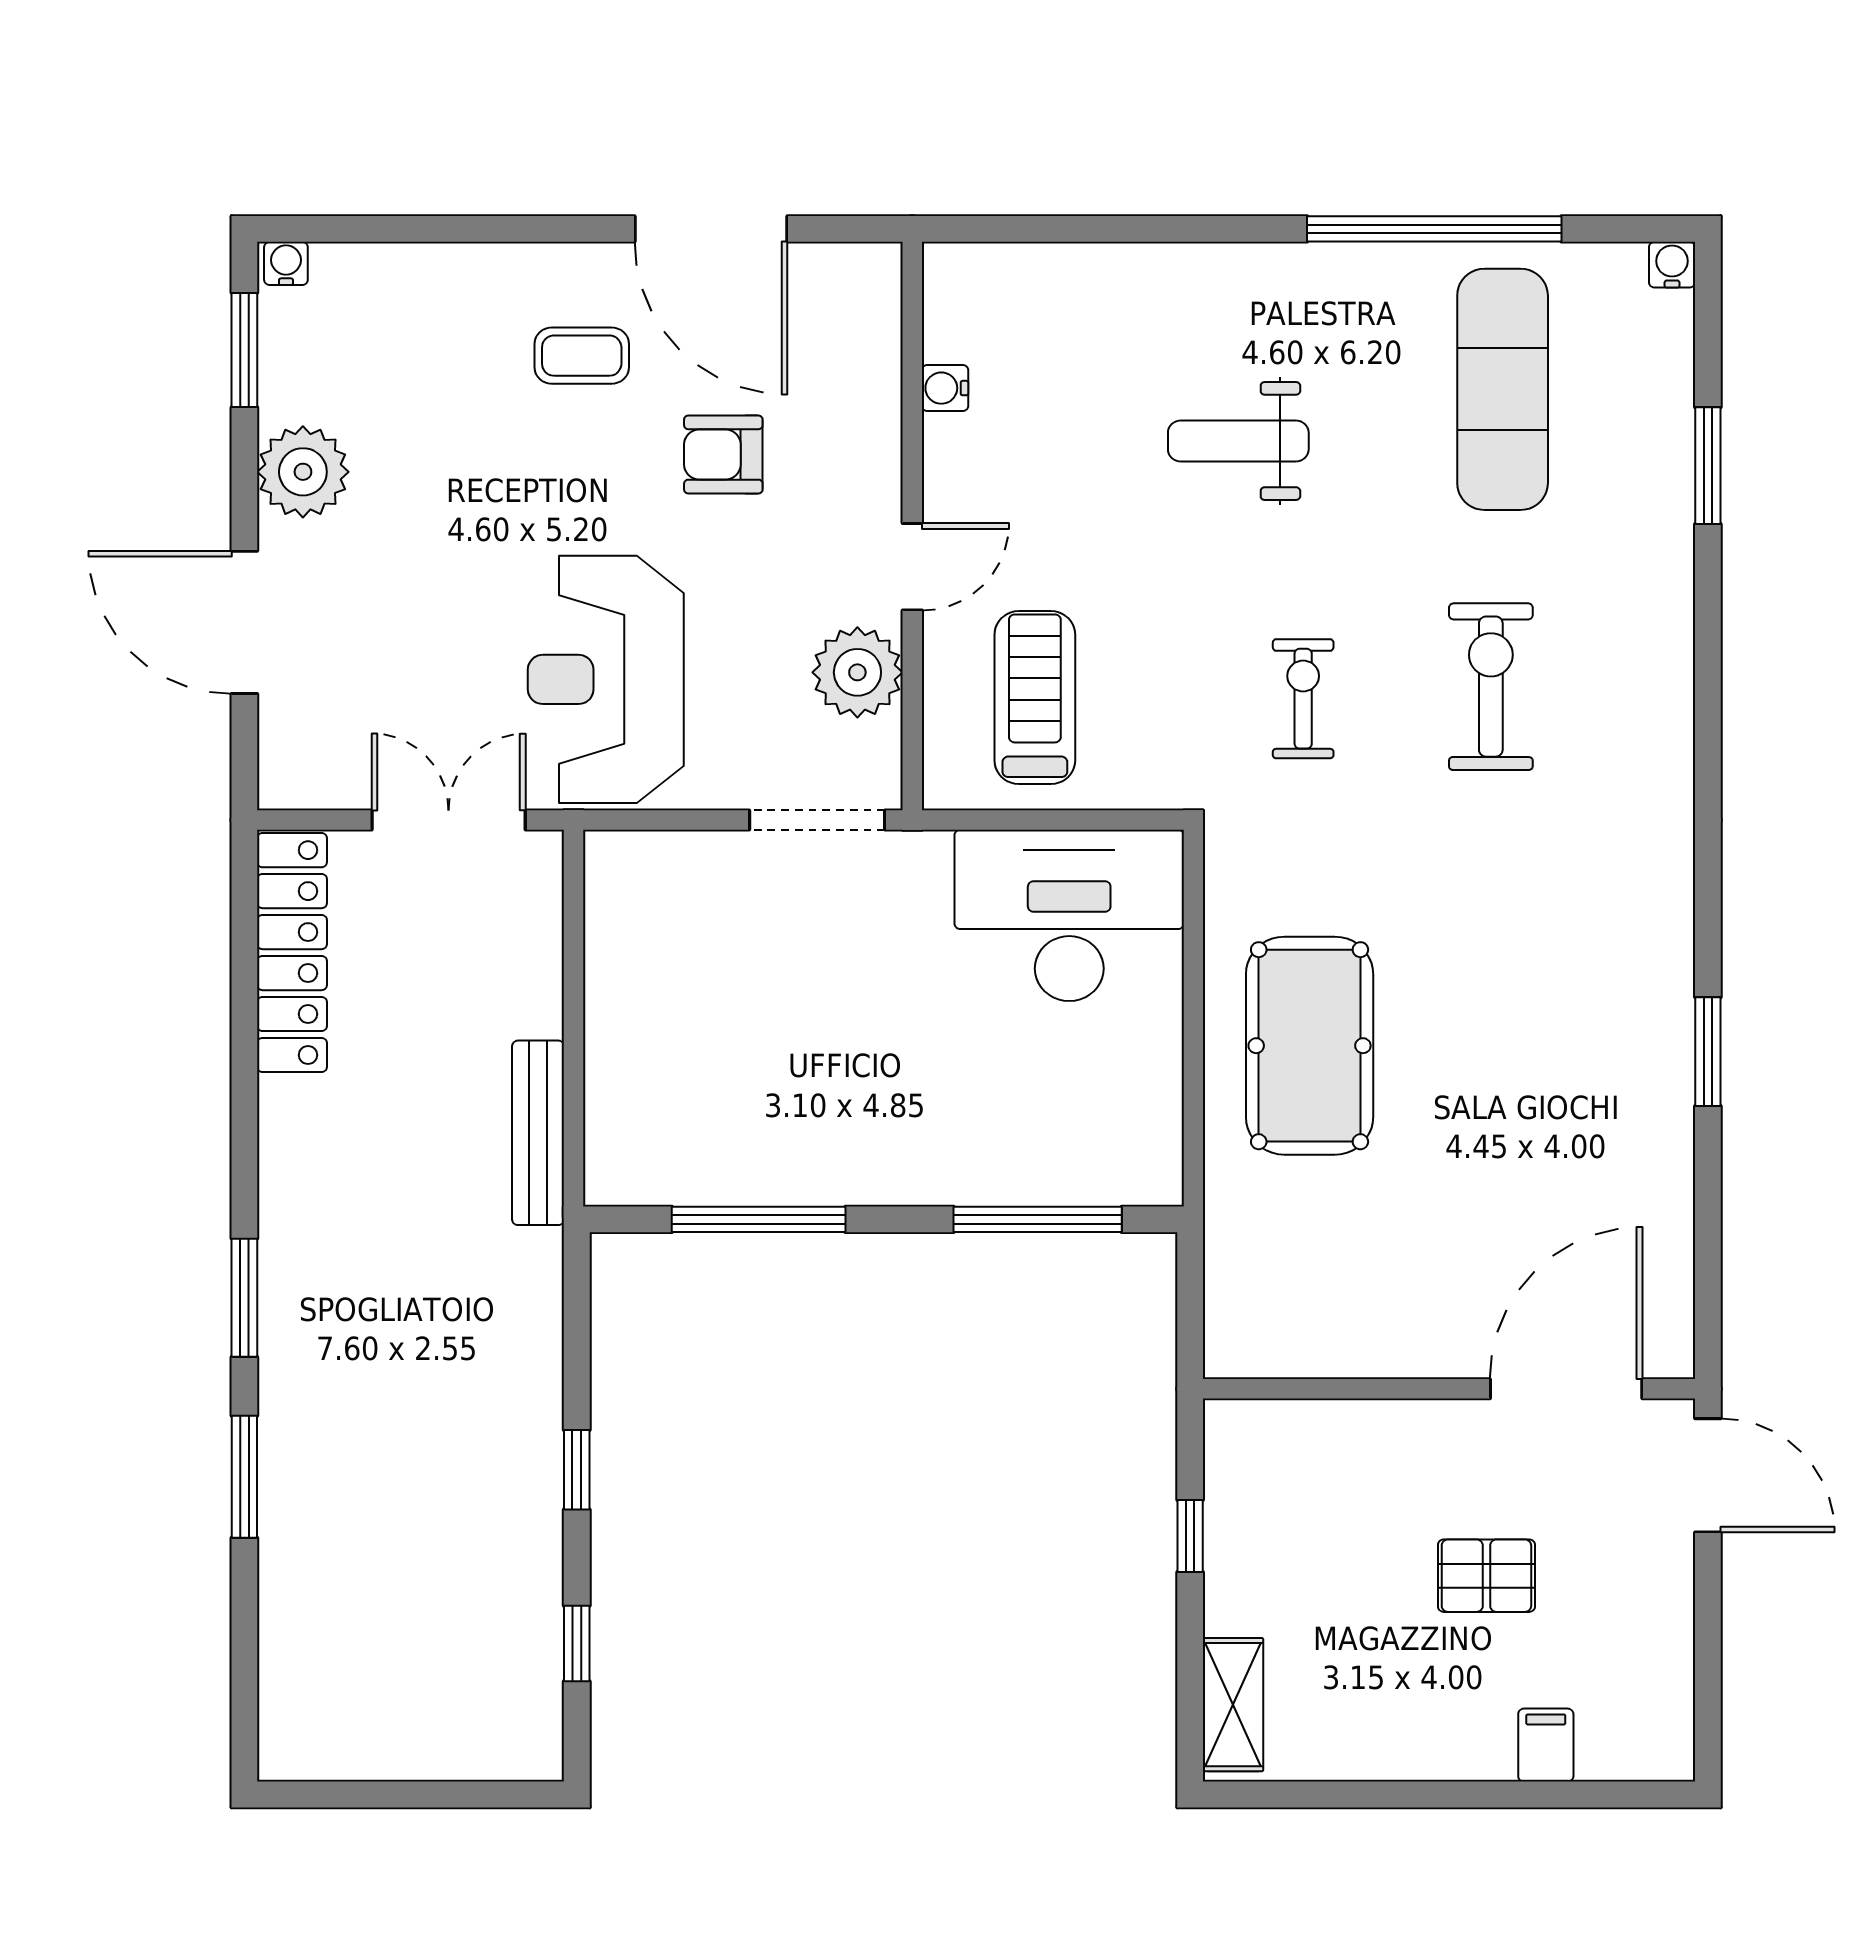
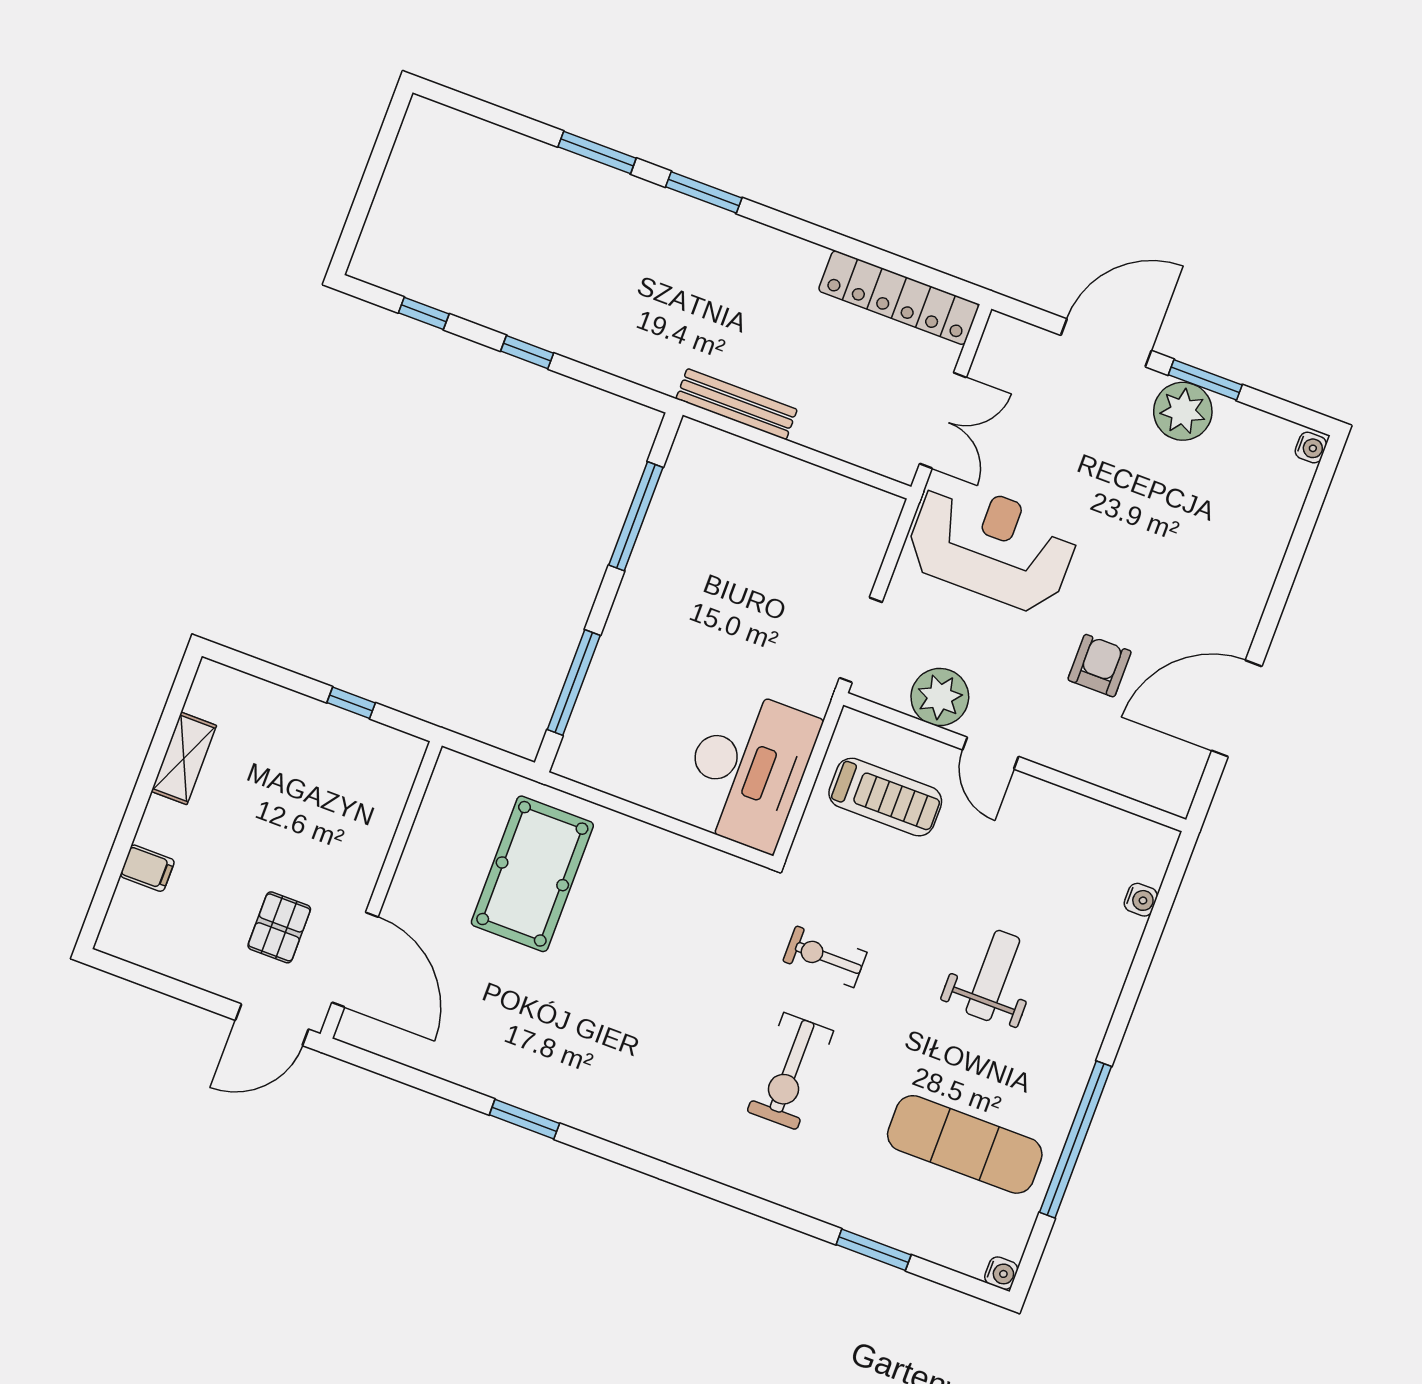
window: (244, 350) -> (1205, 380), moved
coffee table: (582, 356) -> (1190, 603), removed
water cooler: (945, 388) -> (1141, 900), moved, turned 90
exercise bike: (1491, 687) -> (790, 1071), turned 90
exercise bike: (1303, 699) -> (825, 957), turned 180
pool table: (1310, 1046) -> (532, 874), moved, turned 90
pallet: (1486, 1576) -> (279, 927), moved
shelving: (1233, 1705) -> (184, 758), moved, turned 90

